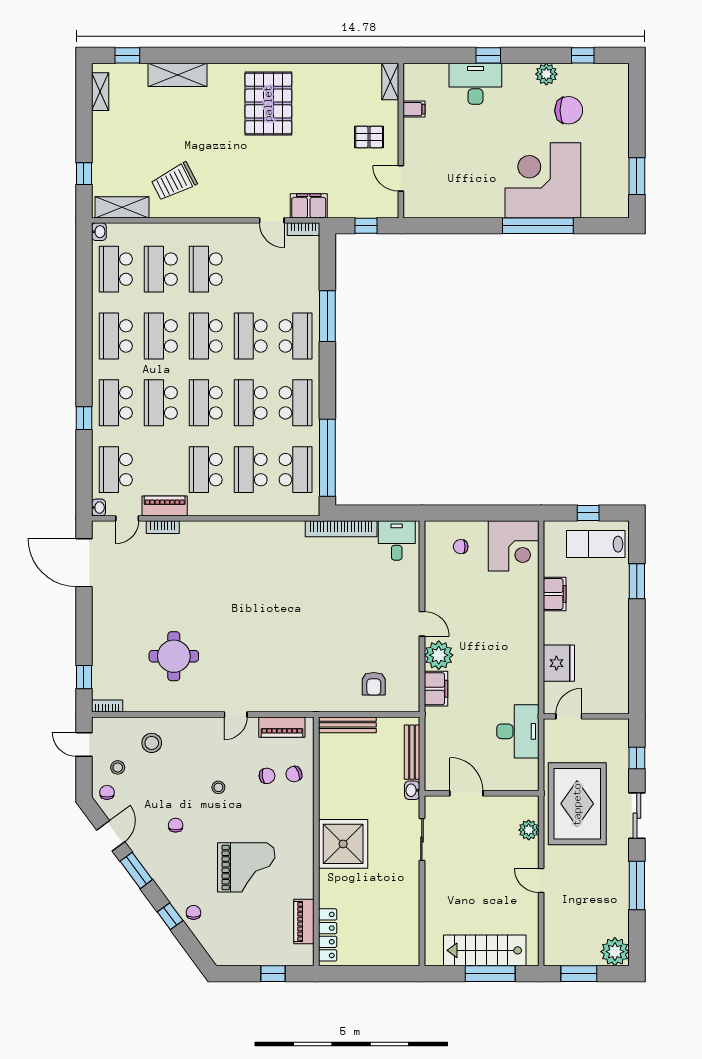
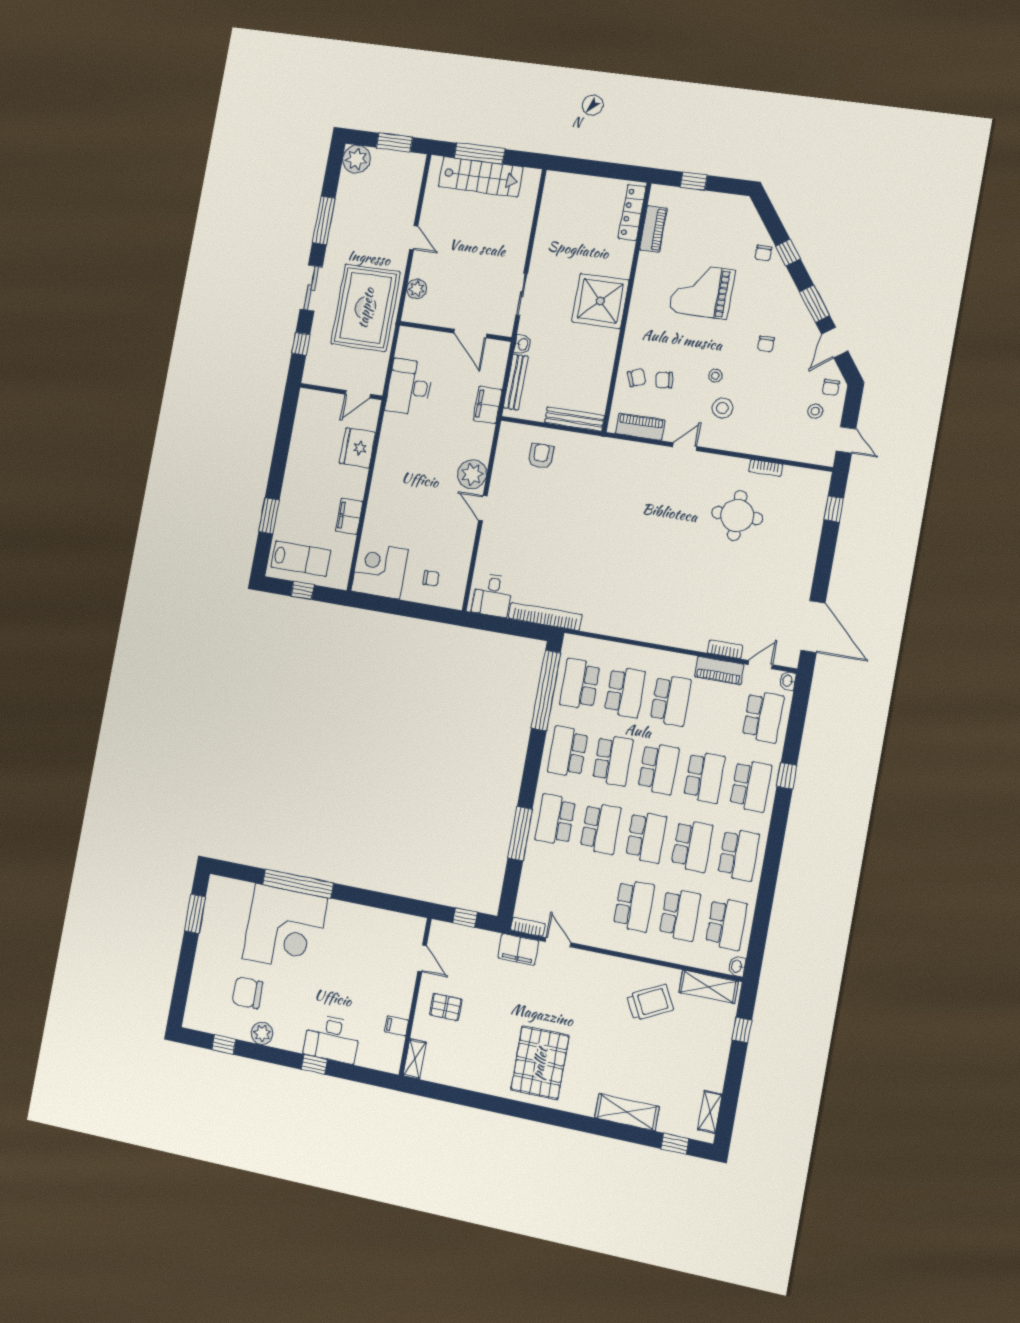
filing cabinet: (436, 689) -> (488, 405), moved
bookcase: (107, 706) -> (765, 468), moved
stool: (152, 743) -> (722, 408), moved

